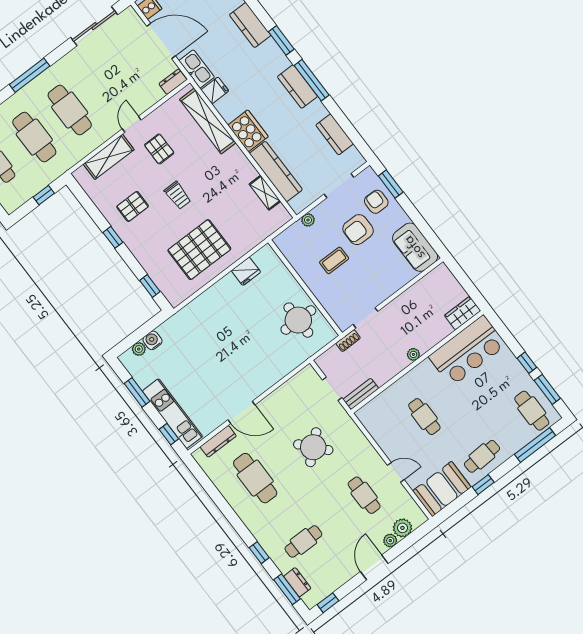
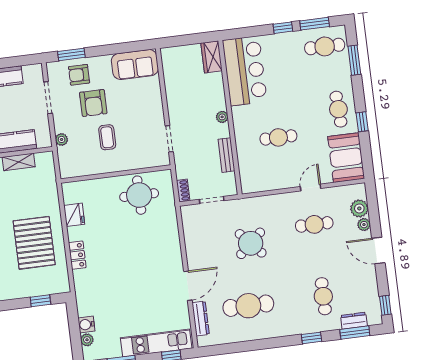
locker: (211, 295) -> (77, 255), added
shoe rack: (348, 341) -> (183, 191), moved
bench: (361, 394) -> (226, 155), moved
window: (535, 445) -> (354, 60), width x0.69

